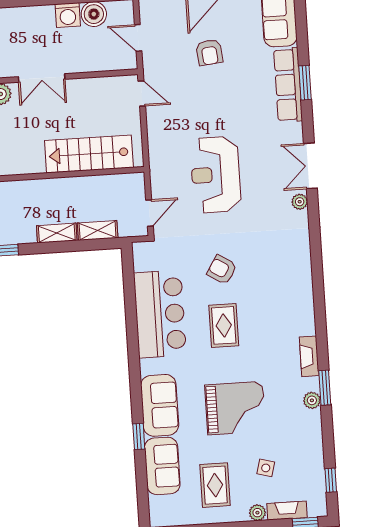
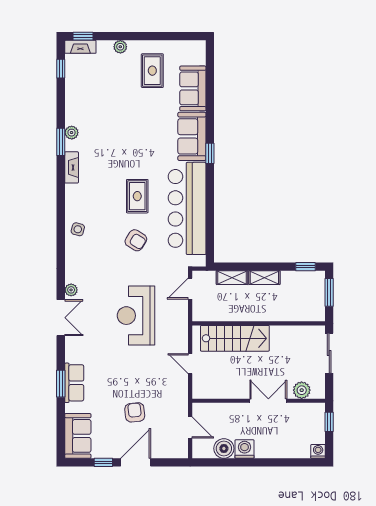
row of seats: (288, 85) -> (74, 383), width x0.68
door: (142, 93) -> (190, 364), moved
reception desk: (216, 175) -> (136, 316), turned 180
bar counter: (160, 314) -> (187, 208), width x1.36
grand piano: (235, 408) -> (132, 130), removed
window: (139, 436) -> (210, 153), moved
side table: (266, 468) -> (78, 229), moved
fireplace: (287, 511) -> (80, 47), moved

